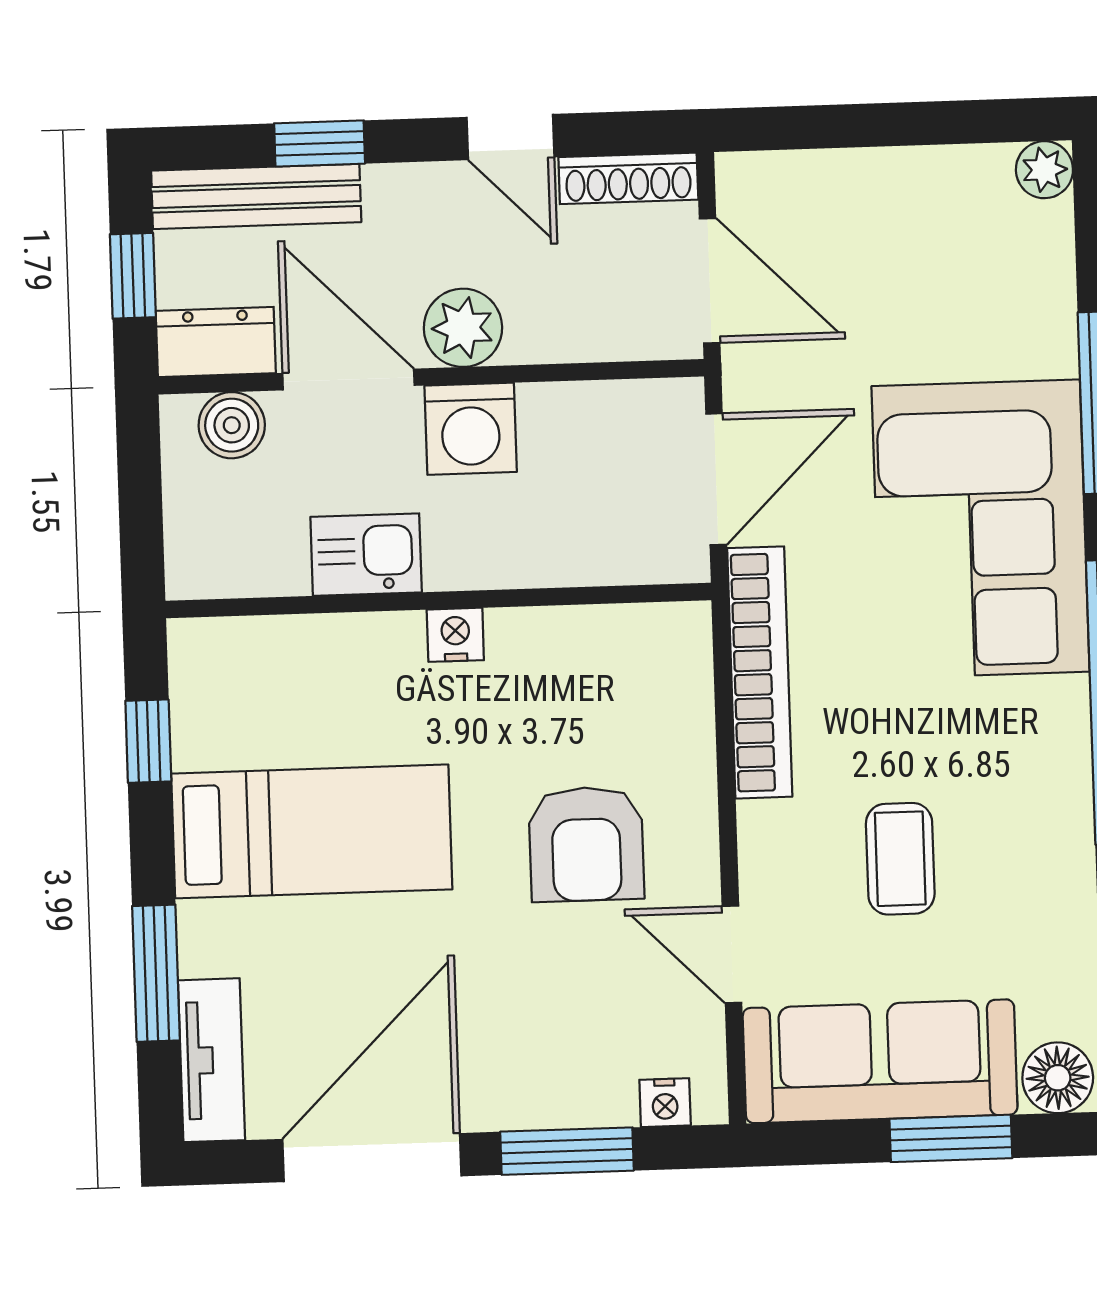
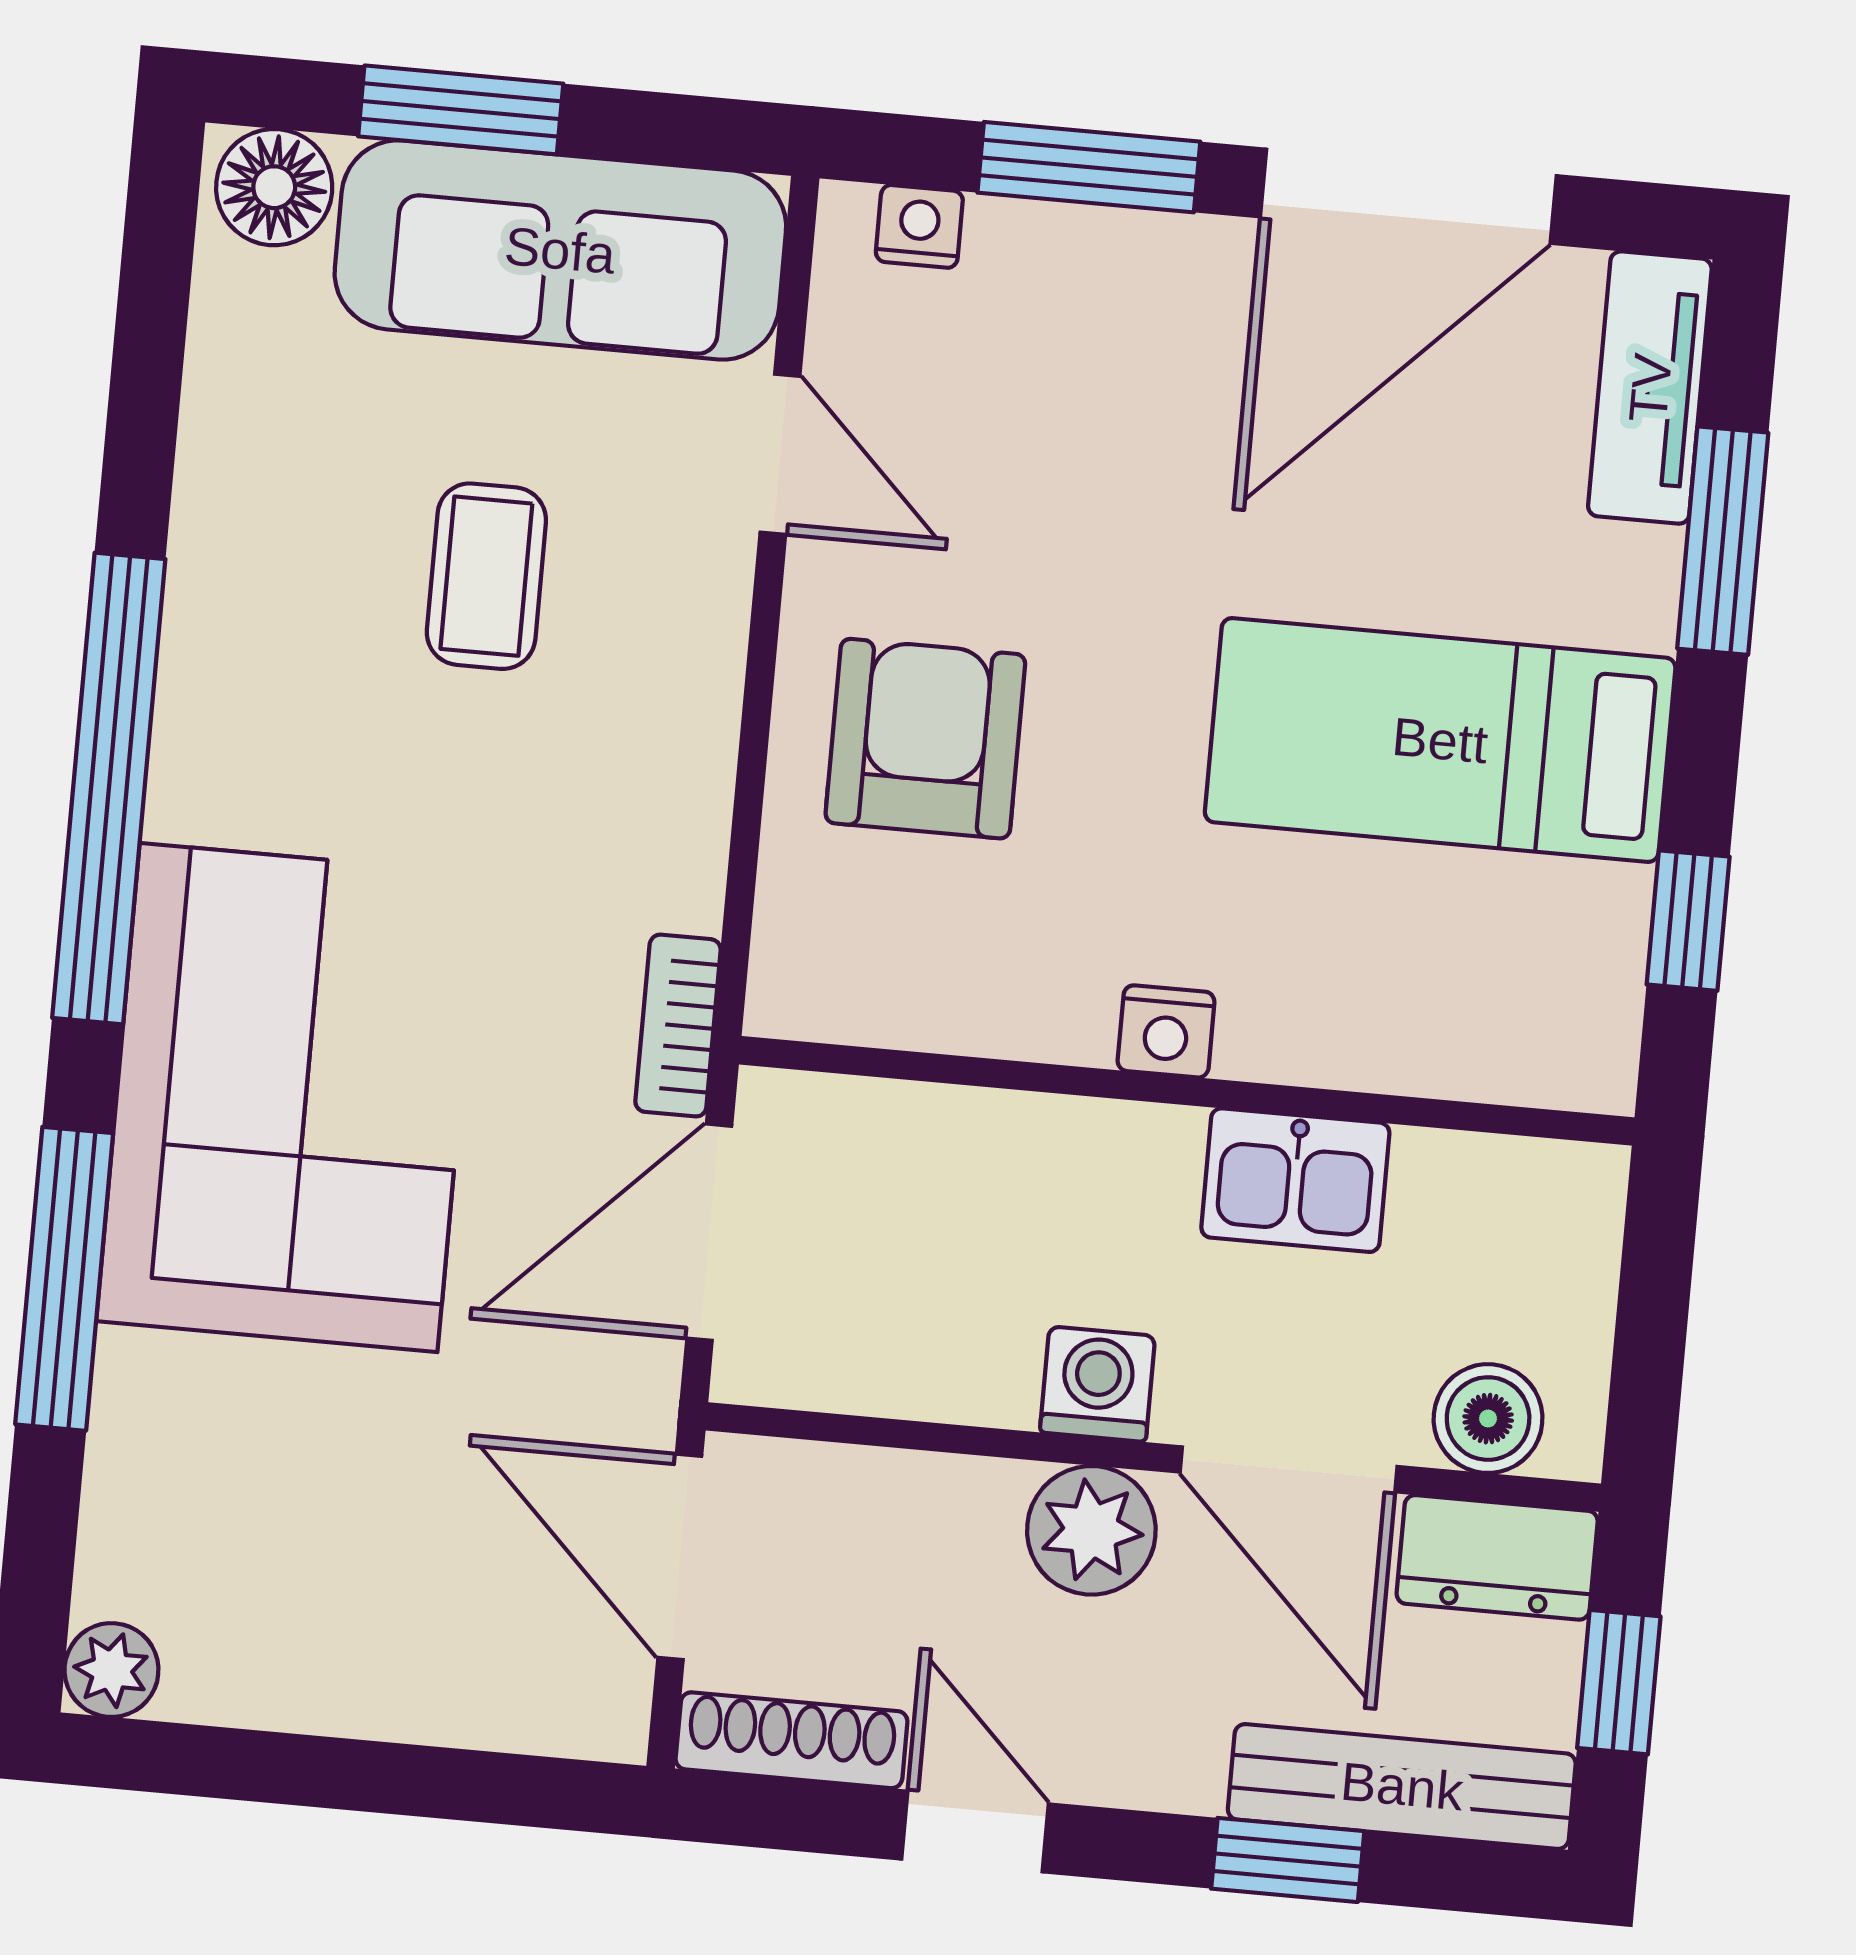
washing machine: (471, 429) -> (1098, 1384), width x0.73, depth x0.73
bookcase: (760, 672) -> (678, 1026), width x0.43, depth x0.76
armchair: (586, 844) -> (925, 739), moved

